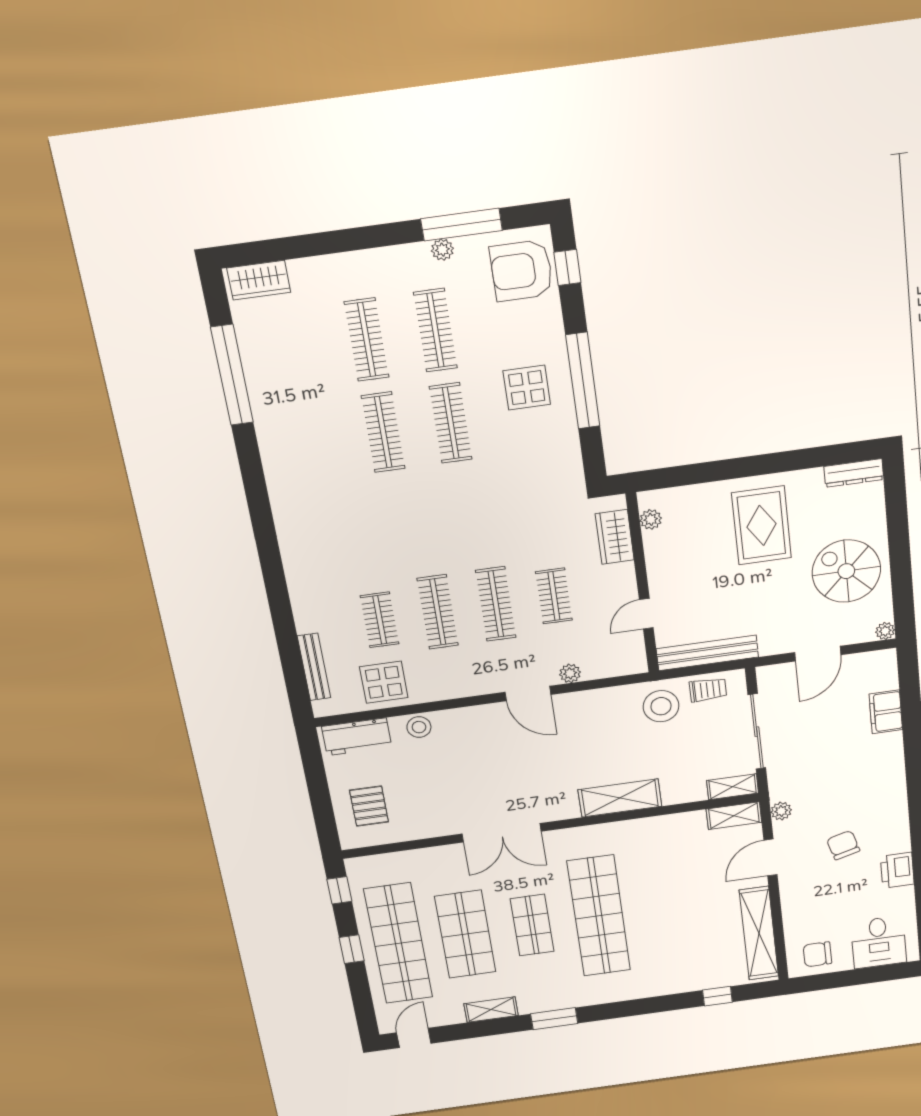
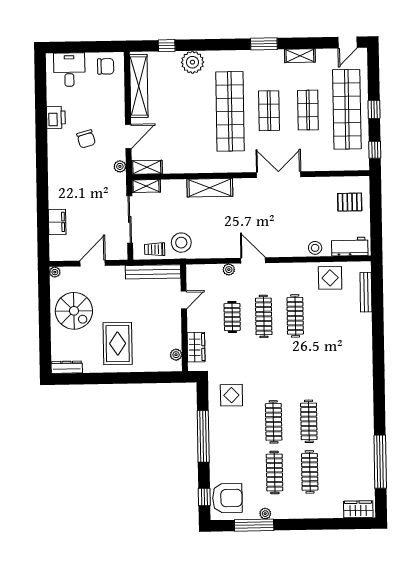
display table: (527, 388) -> (231, 395), moved
clothes rail: (380, 620) -> (327, 315), removed
pallet: (369, 806) -> (350, 202), turned 90
shop shelf: (465, 934) -> (308, 110), width x0.70, depth x0.74
plant: (671, 978) -> (192, 62), added

